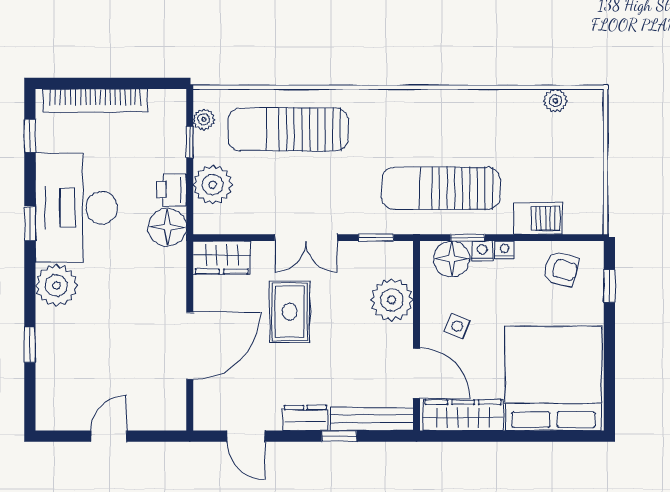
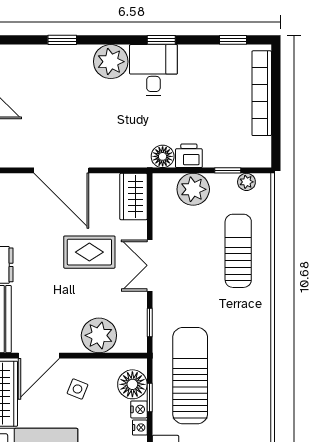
sun lounger: (288, 129) -> (238, 251), width x0.73, depth x0.75
desk: (76, 208) -> (153, 70), width x0.53, depth x0.77
floor lamp: (167, 227) -> (163, 156), width x0.73, depth x0.73

